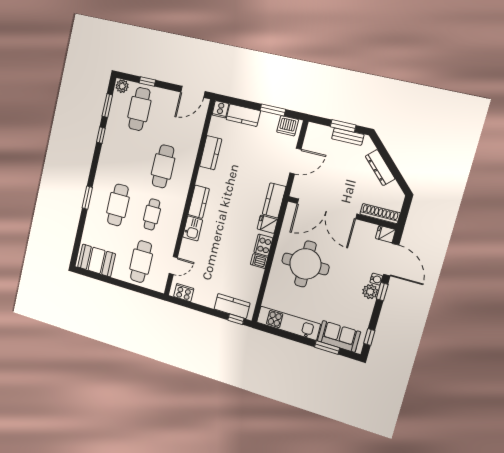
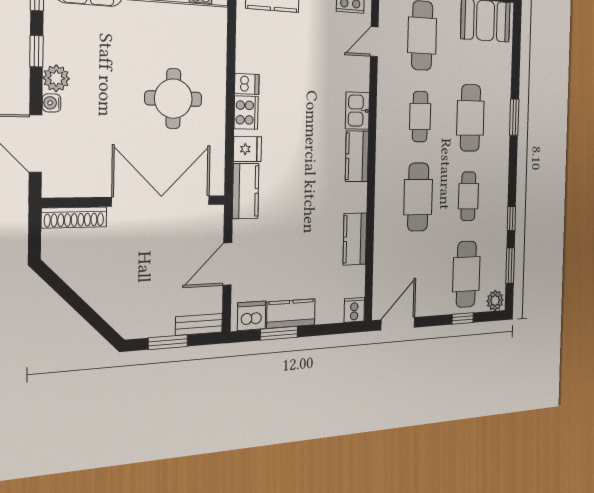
kitchen counter: (243, 115) -> (291, 313), moved
bench: (348, 137) -> (199, 324), moved
cafe table: (129, 157) -> (468, 196), added
dresser: (380, 168) -> (94, 294), removed
fridge: (385, 234) -> (56, 185), removed
round table: (305, 264) -> (173, 99), width x0.73, depth x0.73
window: (382, 292) -> (36, 51), moved

